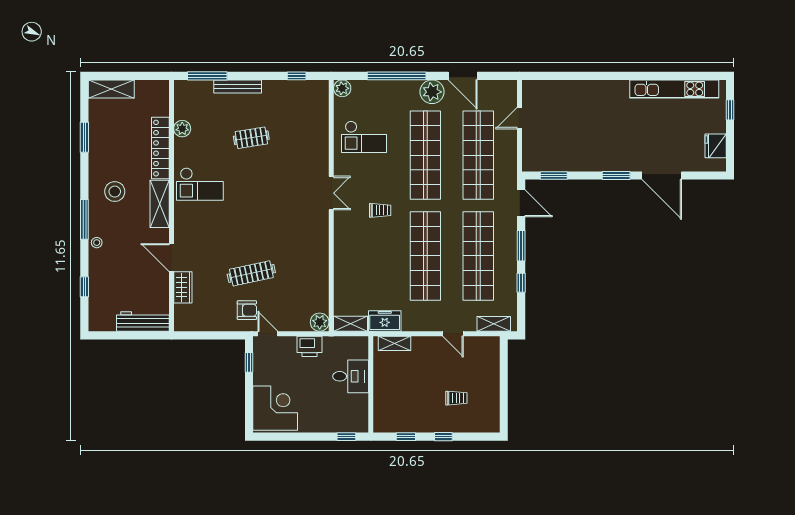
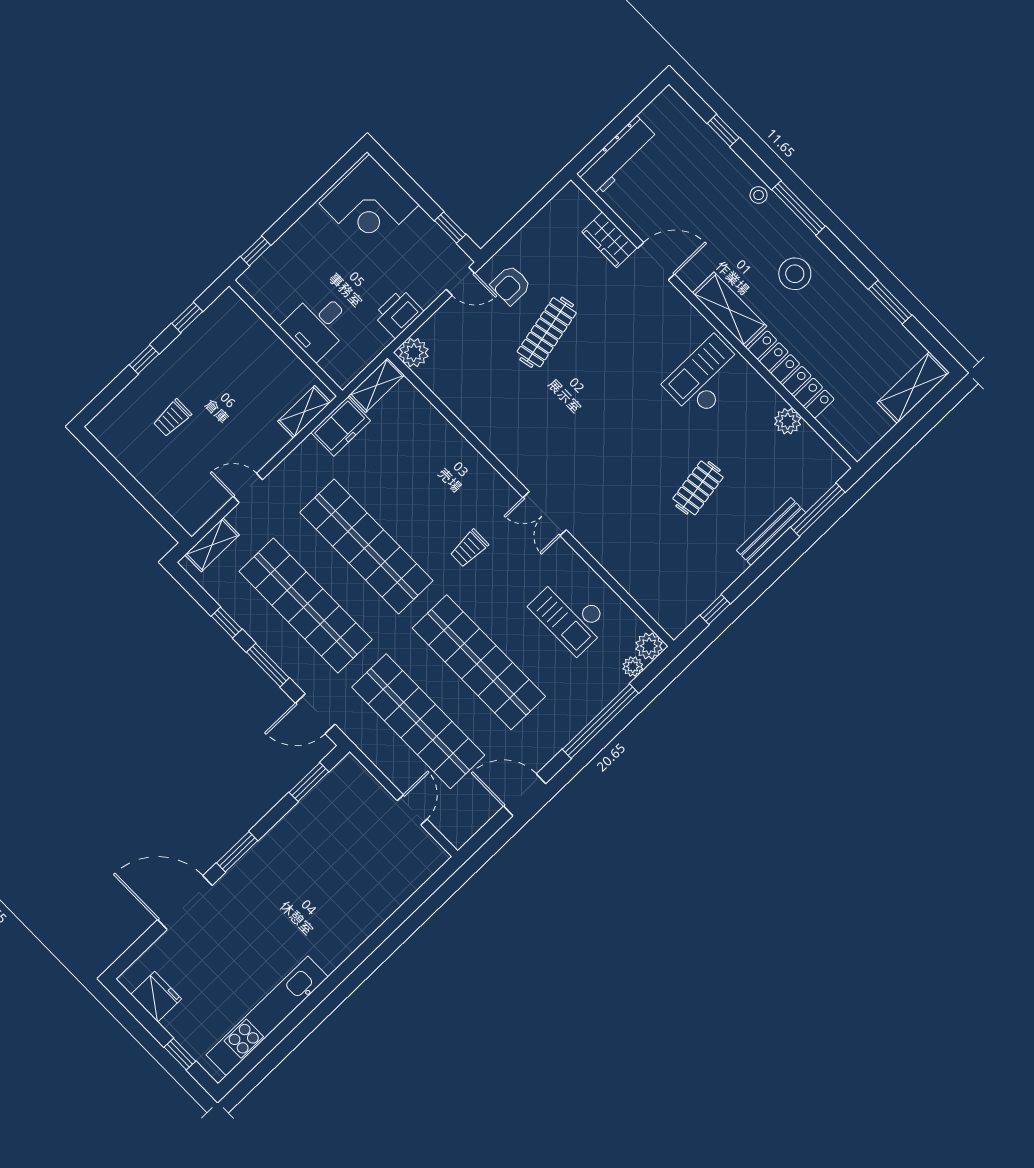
plant: (432, 92) -> (633, 667), moved, width x0.53, depth x0.53
checkout: (364, 137) -> (570, 615), turned -90

